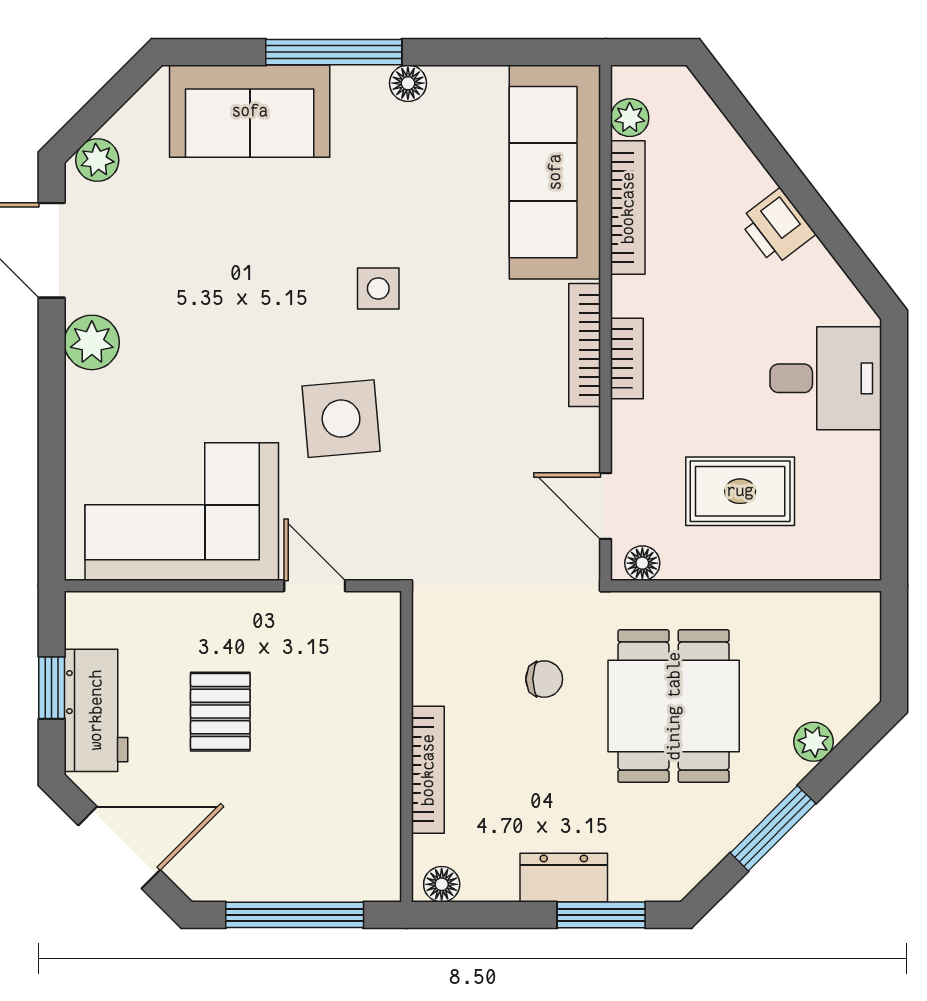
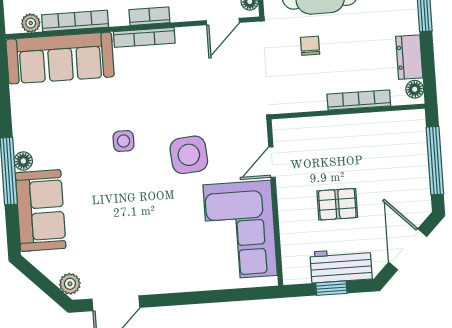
floor lamp: (408, 83) -> (23, 161), moved
plant: (92, 342) -> (160, 280), removed
dresser: (564, 878) -> (409, 57), moved

